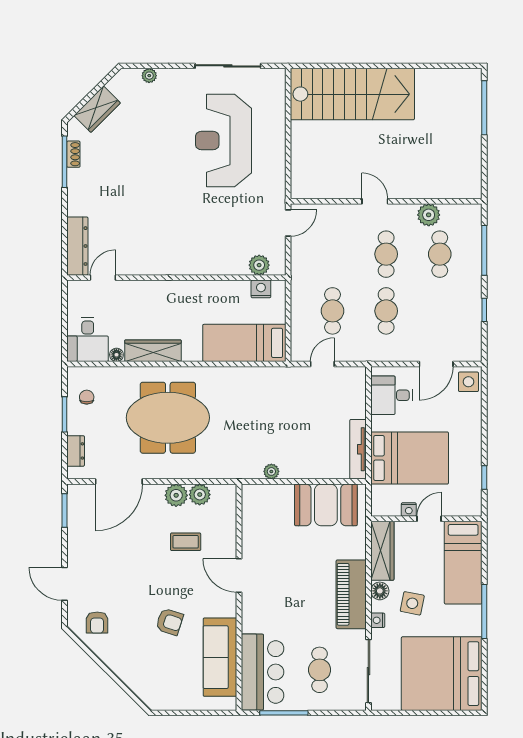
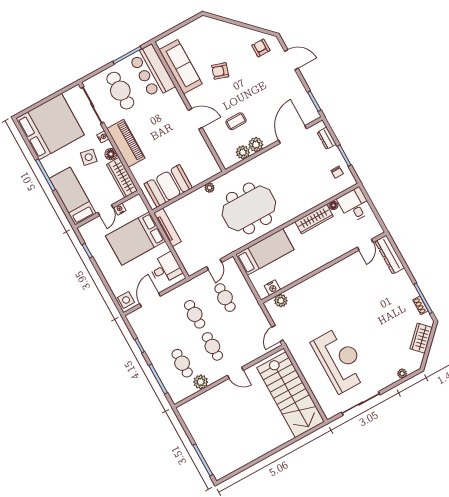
stairs: (352, 94) -> (291, 395), moved, turned -90
meeting table: (168, 418) -> (249, 208), moved
cafe table: (320, 670) -> (120, 91), width x1.37, depth x1.35

